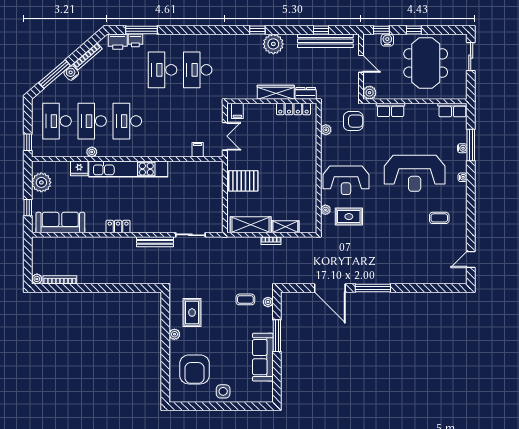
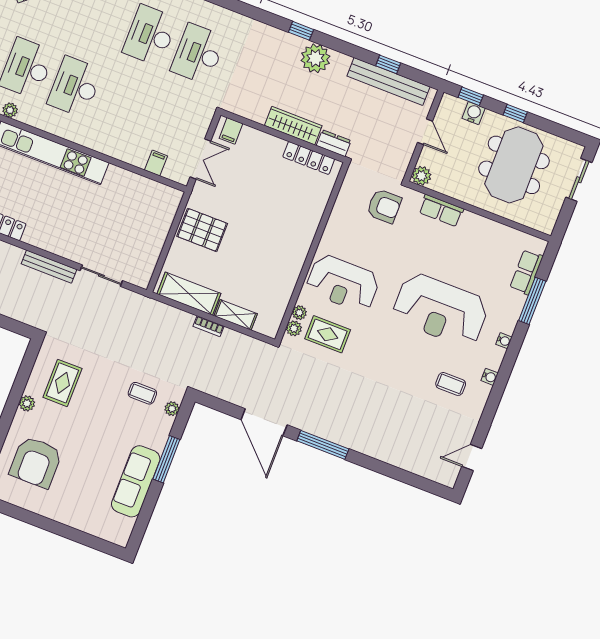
row of seats: (452, 110) -> (526, 272), moved, turned 90
plant: (326, 130) -> (294, 328), moved
water cooler: (462, 148) -> (490, 377), moved
side table: (223, 391) -> (63, 507), removed

